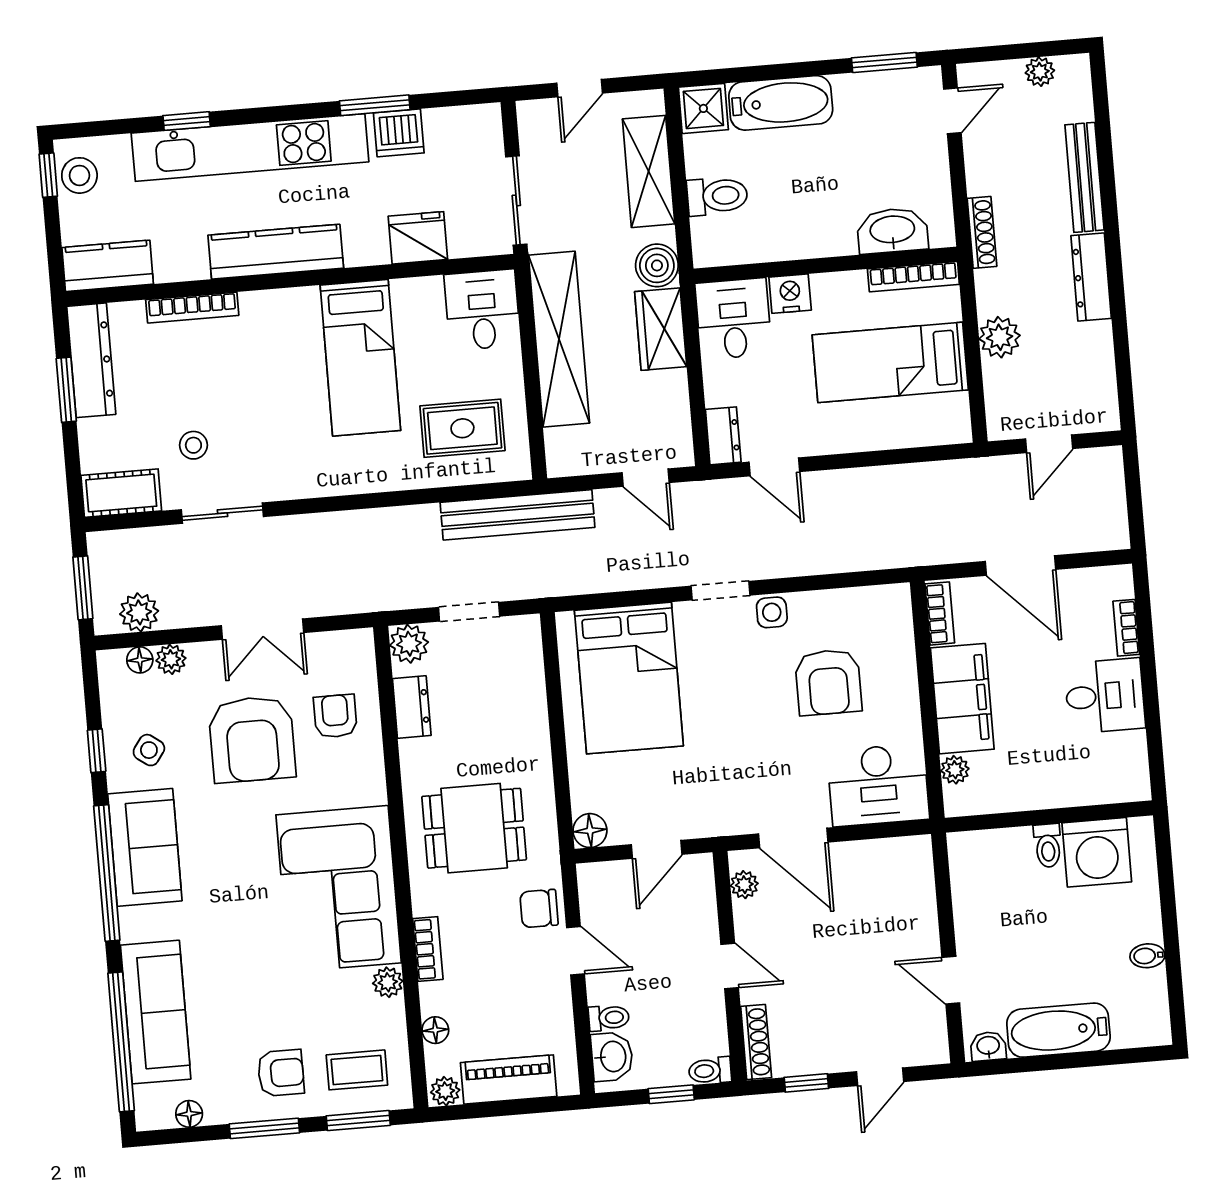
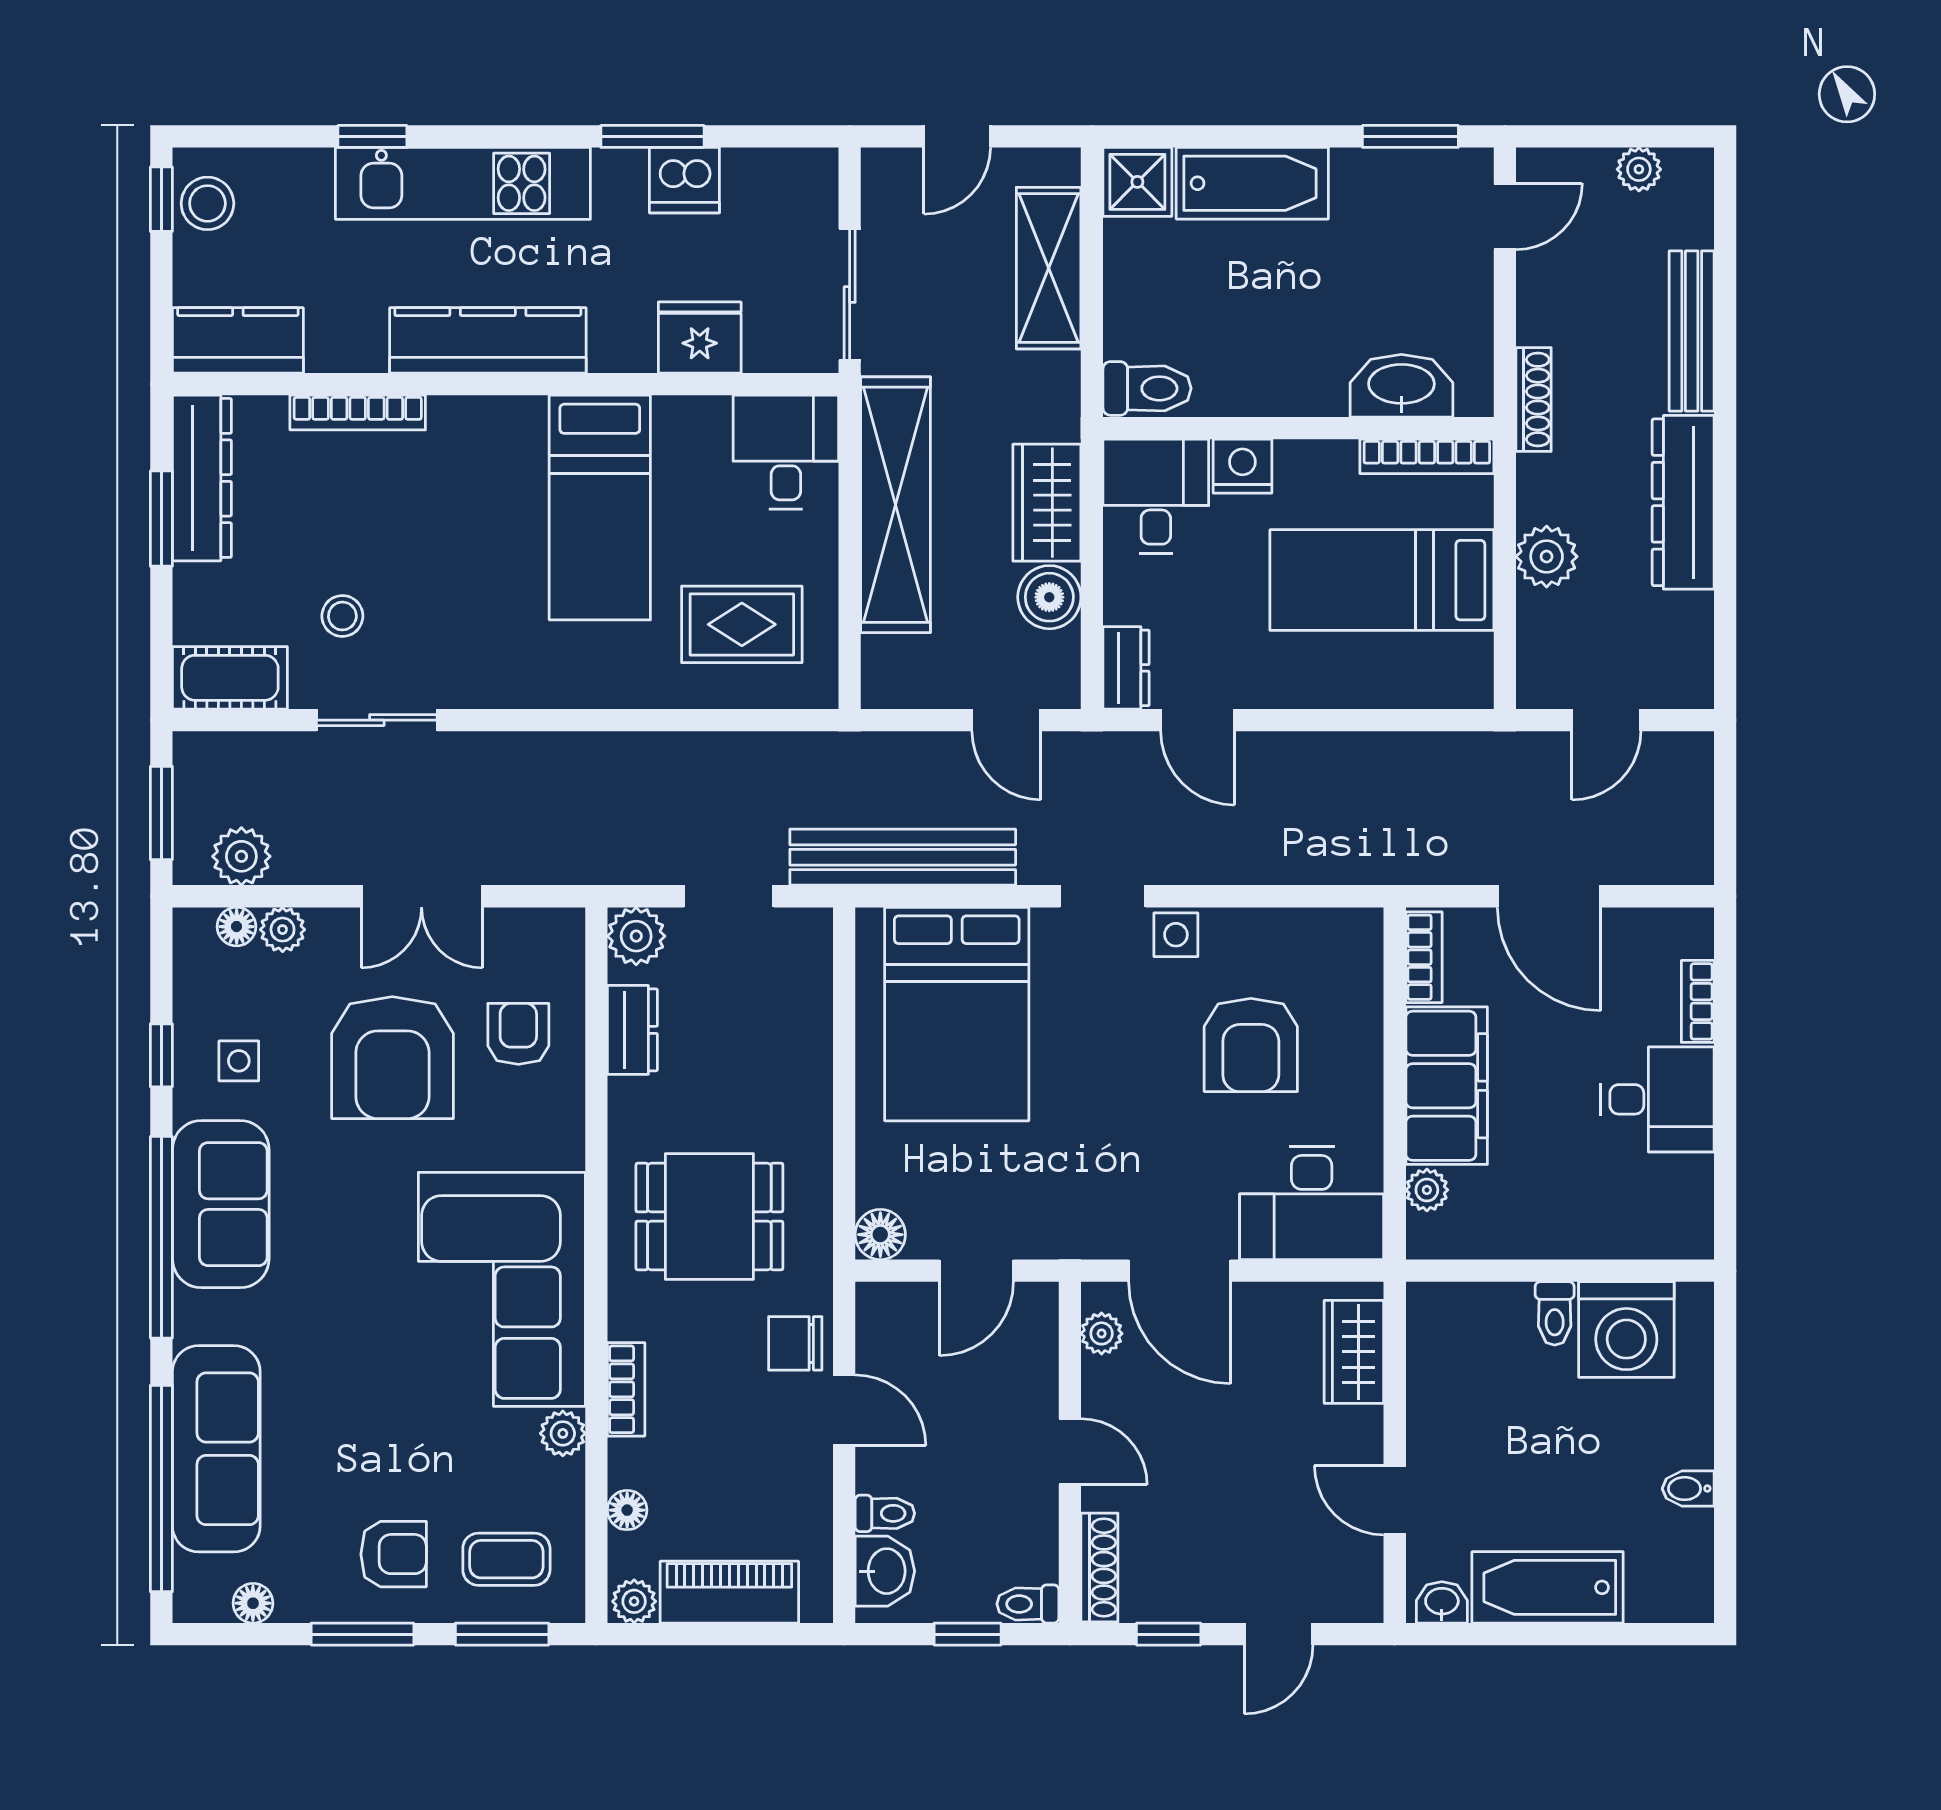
kitchen unit: (250, 147) -> (463, 183), width x0.73
toilet: (717, 196) -> (1147, 388), moved
boiler: (657, 265) -> (1049, 597), moved
dresser: (1091, 277) -> (1683, 502), width x1.37, depth x1.24
bench: (518, 515) -> (903, 857), moved
side table: (149, 750) -> (239, 1061), turned -36
wardrobe: (915, 883) -> (1354, 1352), added

